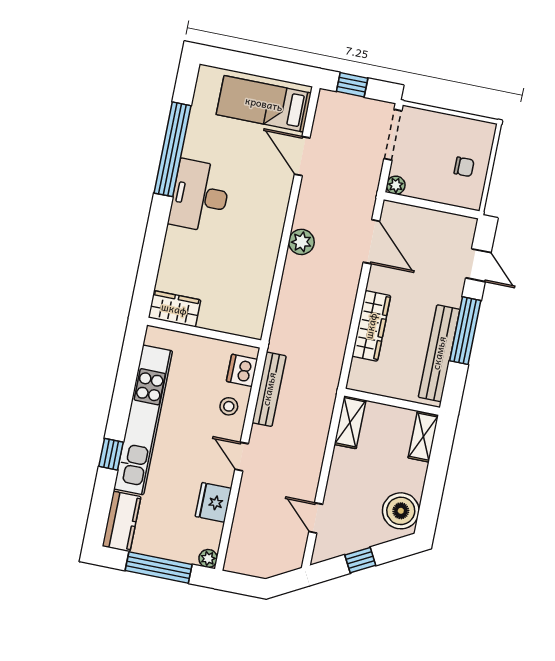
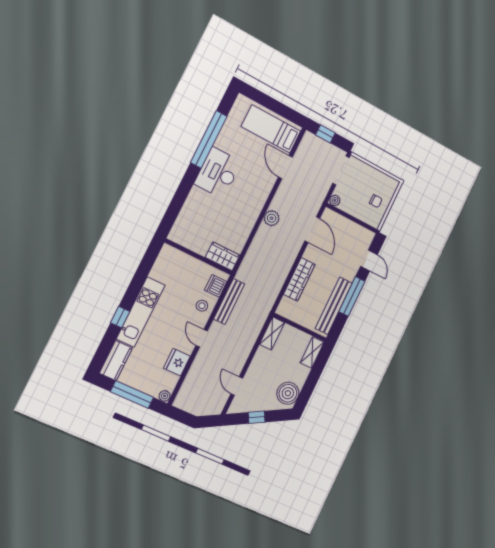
wardrobe: (174, 309) -> (223, 256), moved
kitchen unit: (143, 420) -> (141, 312), width x0.73

